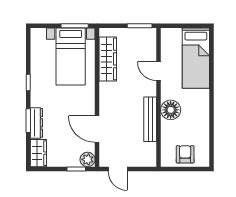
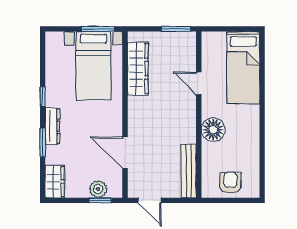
bench: (150, 119) -> (189, 171), moved
dresser: (36, 123) -> (52, 126), moved
plant: (88, 159) -> (98, 189), moved

